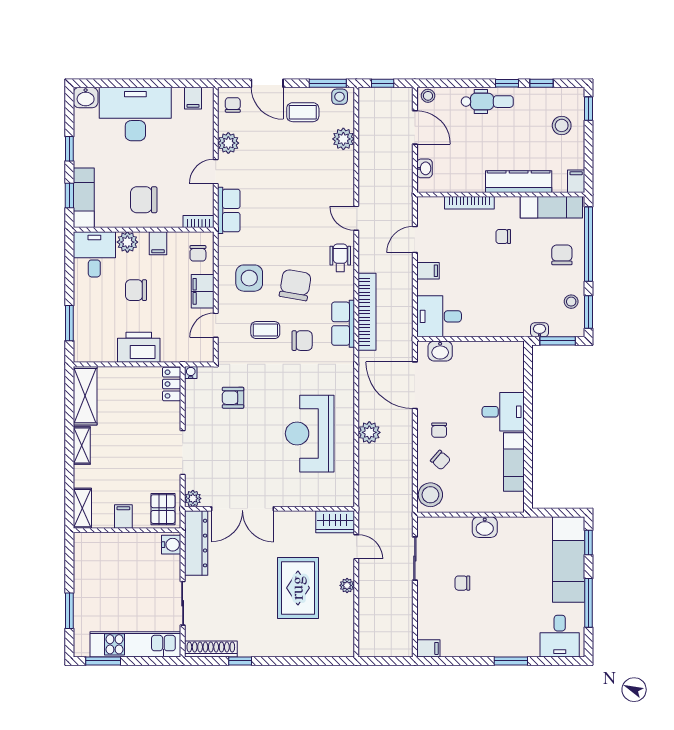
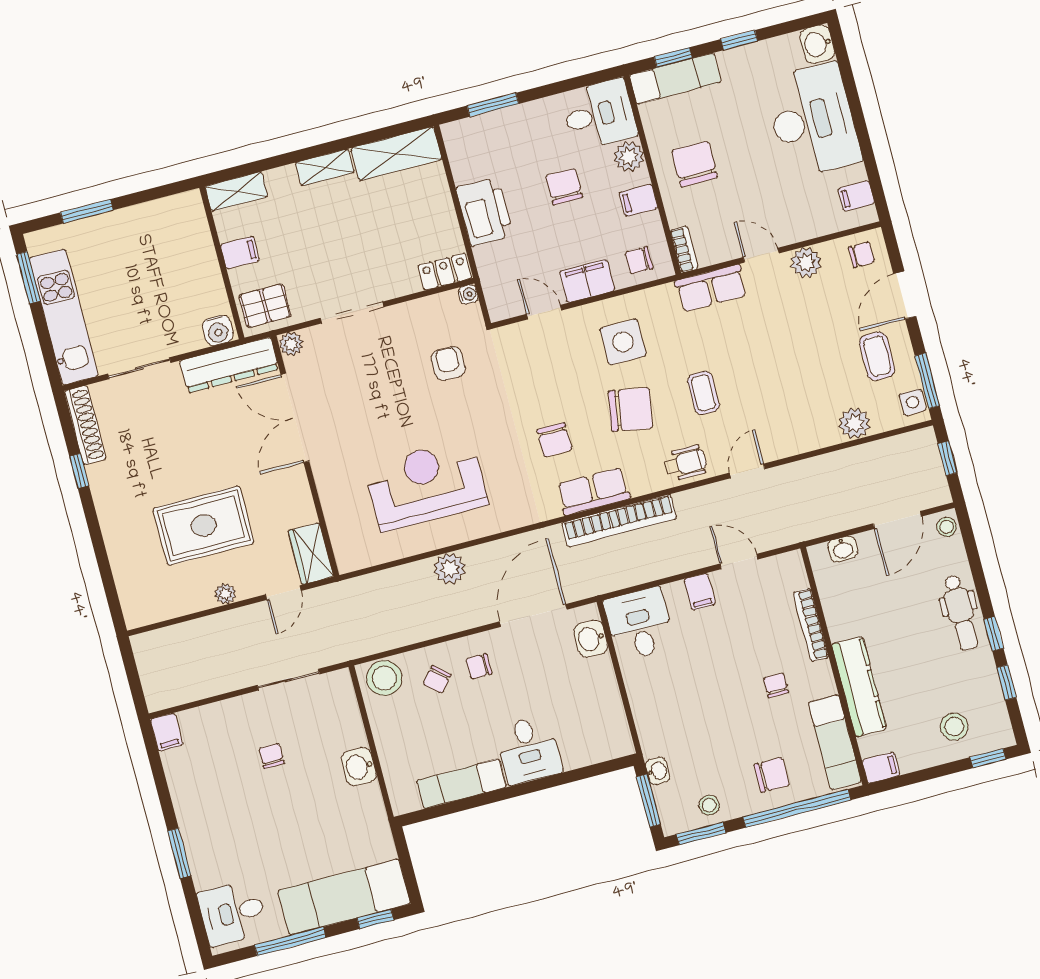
coffee table: (265, 330) -> (703, 393), moved

